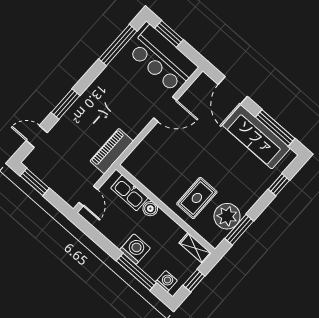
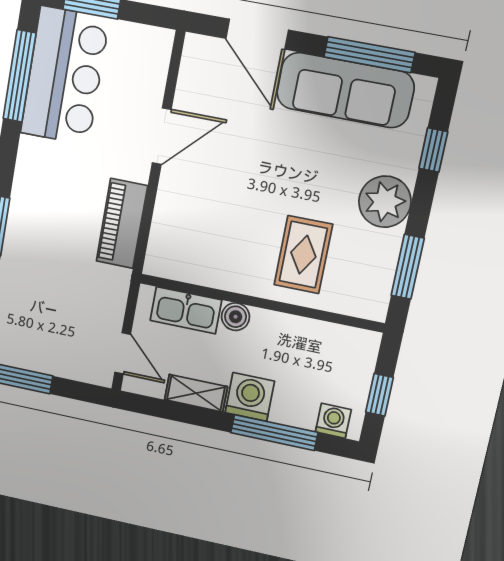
bar counter: (162, 59) -> (65, 76), moved, turned -90
piano: (112, 151) -> (122, 224), moved
plant: (227, 216) -> (385, 202), moved
shelving: (195, 248) -> (196, 393), moved

